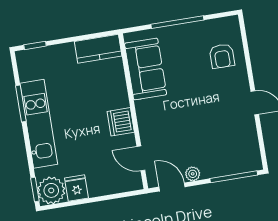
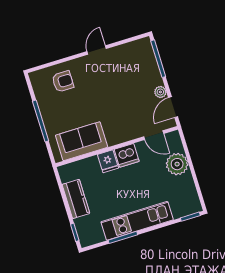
kitchen counter: (98, 49) -> (76, 199), moved
door: (141, 158) -> (154, 135), hinge flipped
fridge: (76, 188) -> (108, 161), moved, turned -90
plant: (51, 190) -> (177, 164), moved

